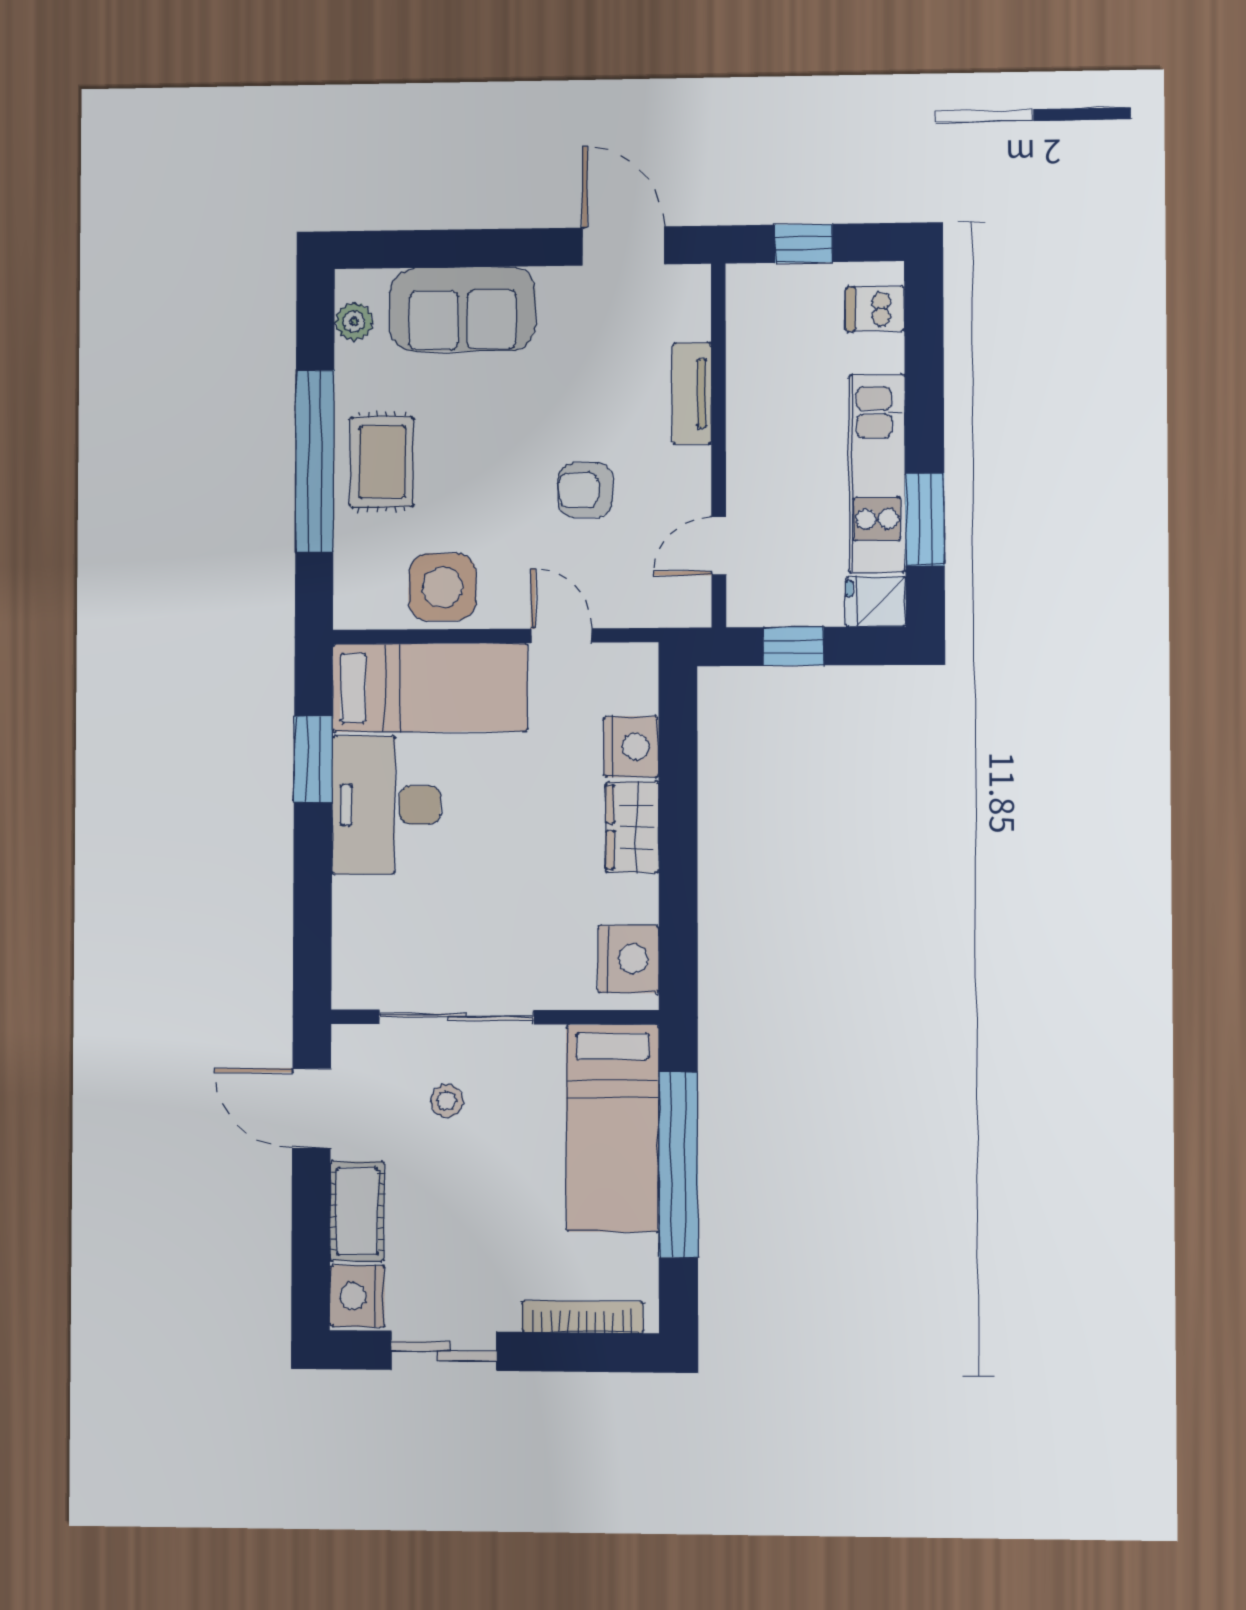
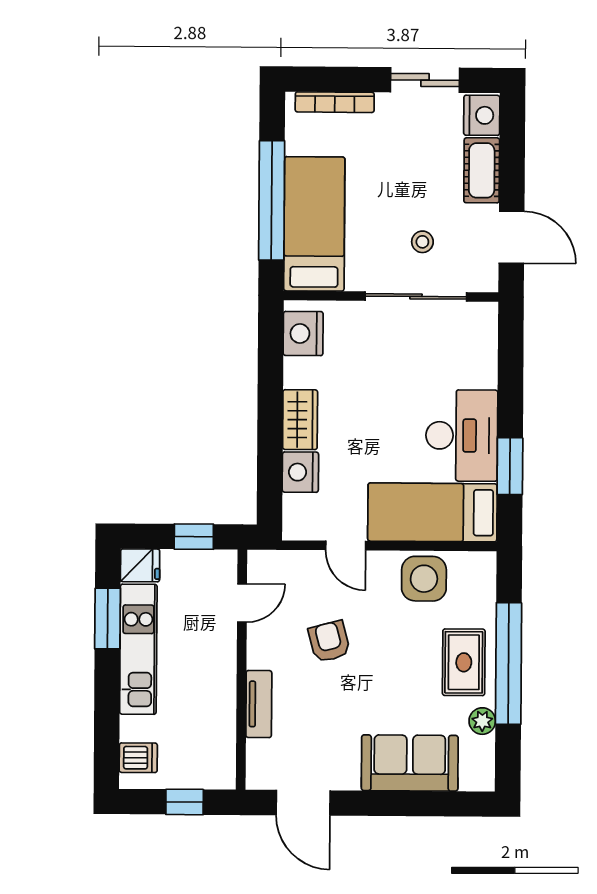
plant: (354, 321) -> (482, 721), moved
armchair: (585, 490) -> (329, 641), turned -105

